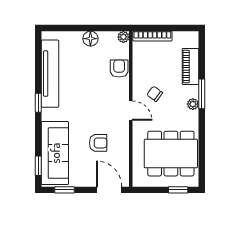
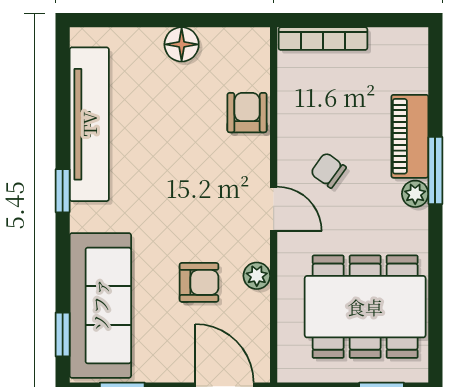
plant: (123, 37) -> (257, 276), moved
piano: (190, 66) -> (410, 136), moved

